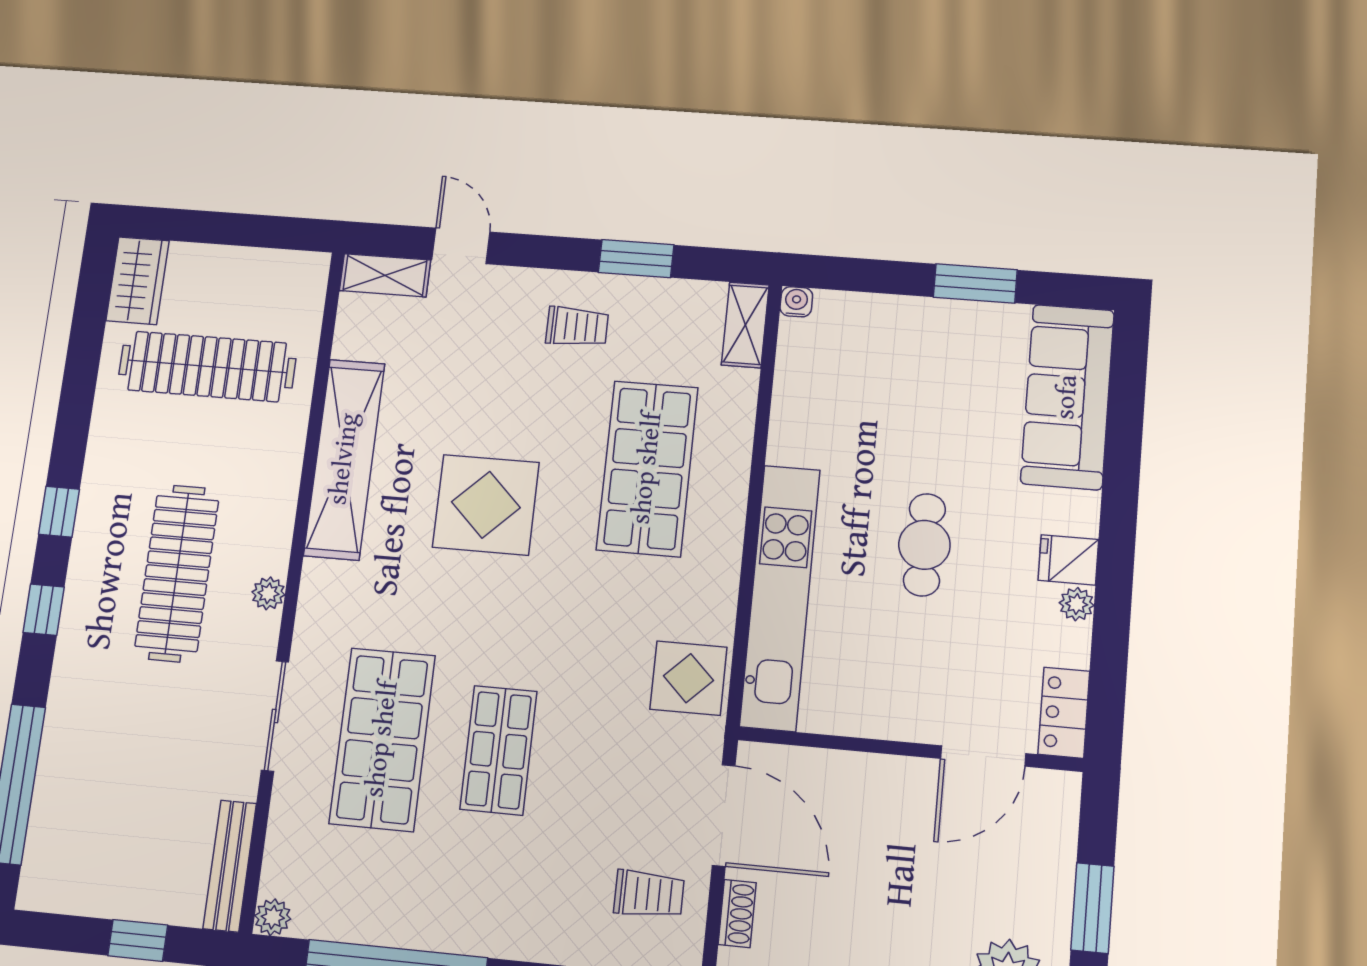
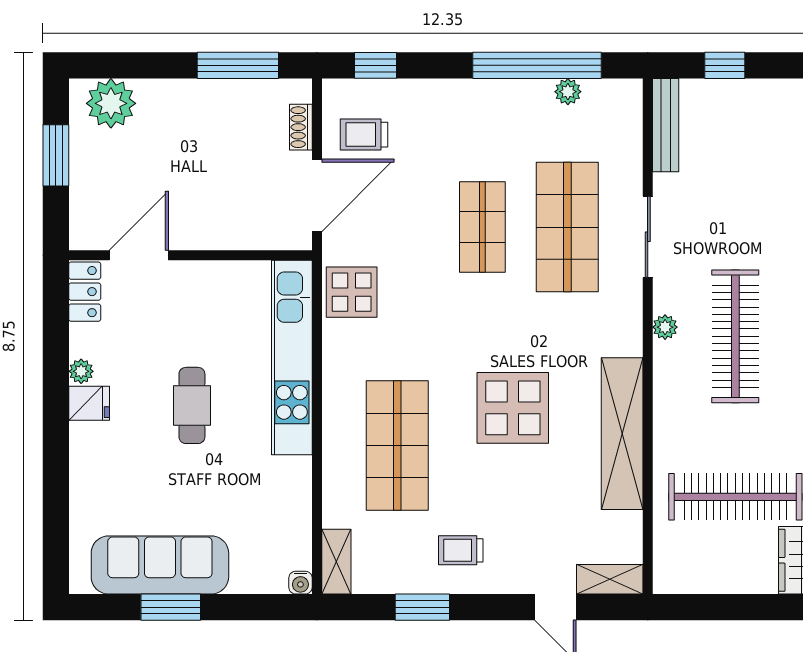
sofa: (1067, 397) -> (160, 565), moved, turned -90
door: (724, 815) -> (317, 195), swing flipped
plant: (273, 917) -> (568, 92), moved

